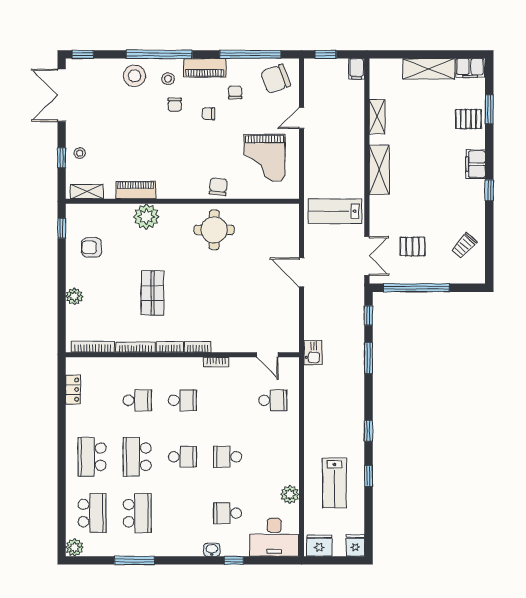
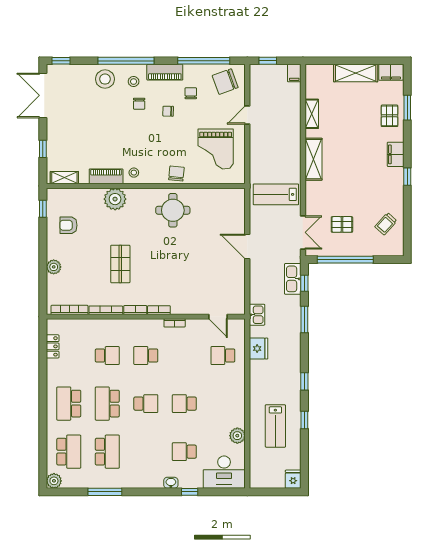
pallet: (468, 119) -> (390, 116), turned 90
stool: (80, 153) -> (134, 173), moved
kitchen sink: (355, 310) -> (293, 279), added
school desk: (182, 400) -> (146, 356), turned 180
school desk: (273, 400) -> (223, 356), turned 180
fridge: (319, 546) -> (259, 349), moved, turned 90

